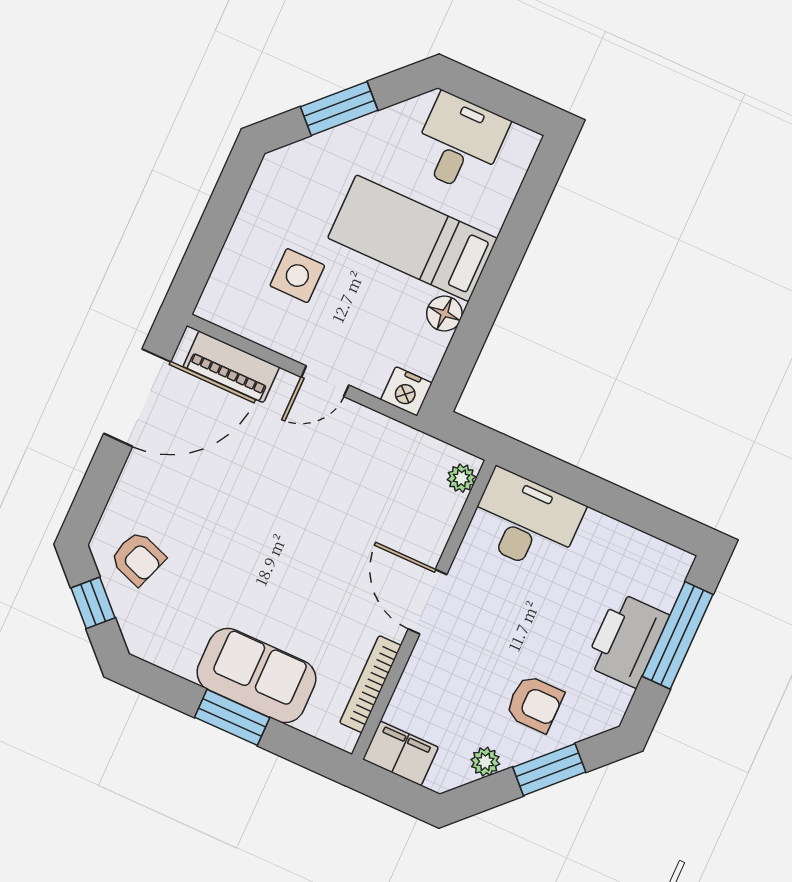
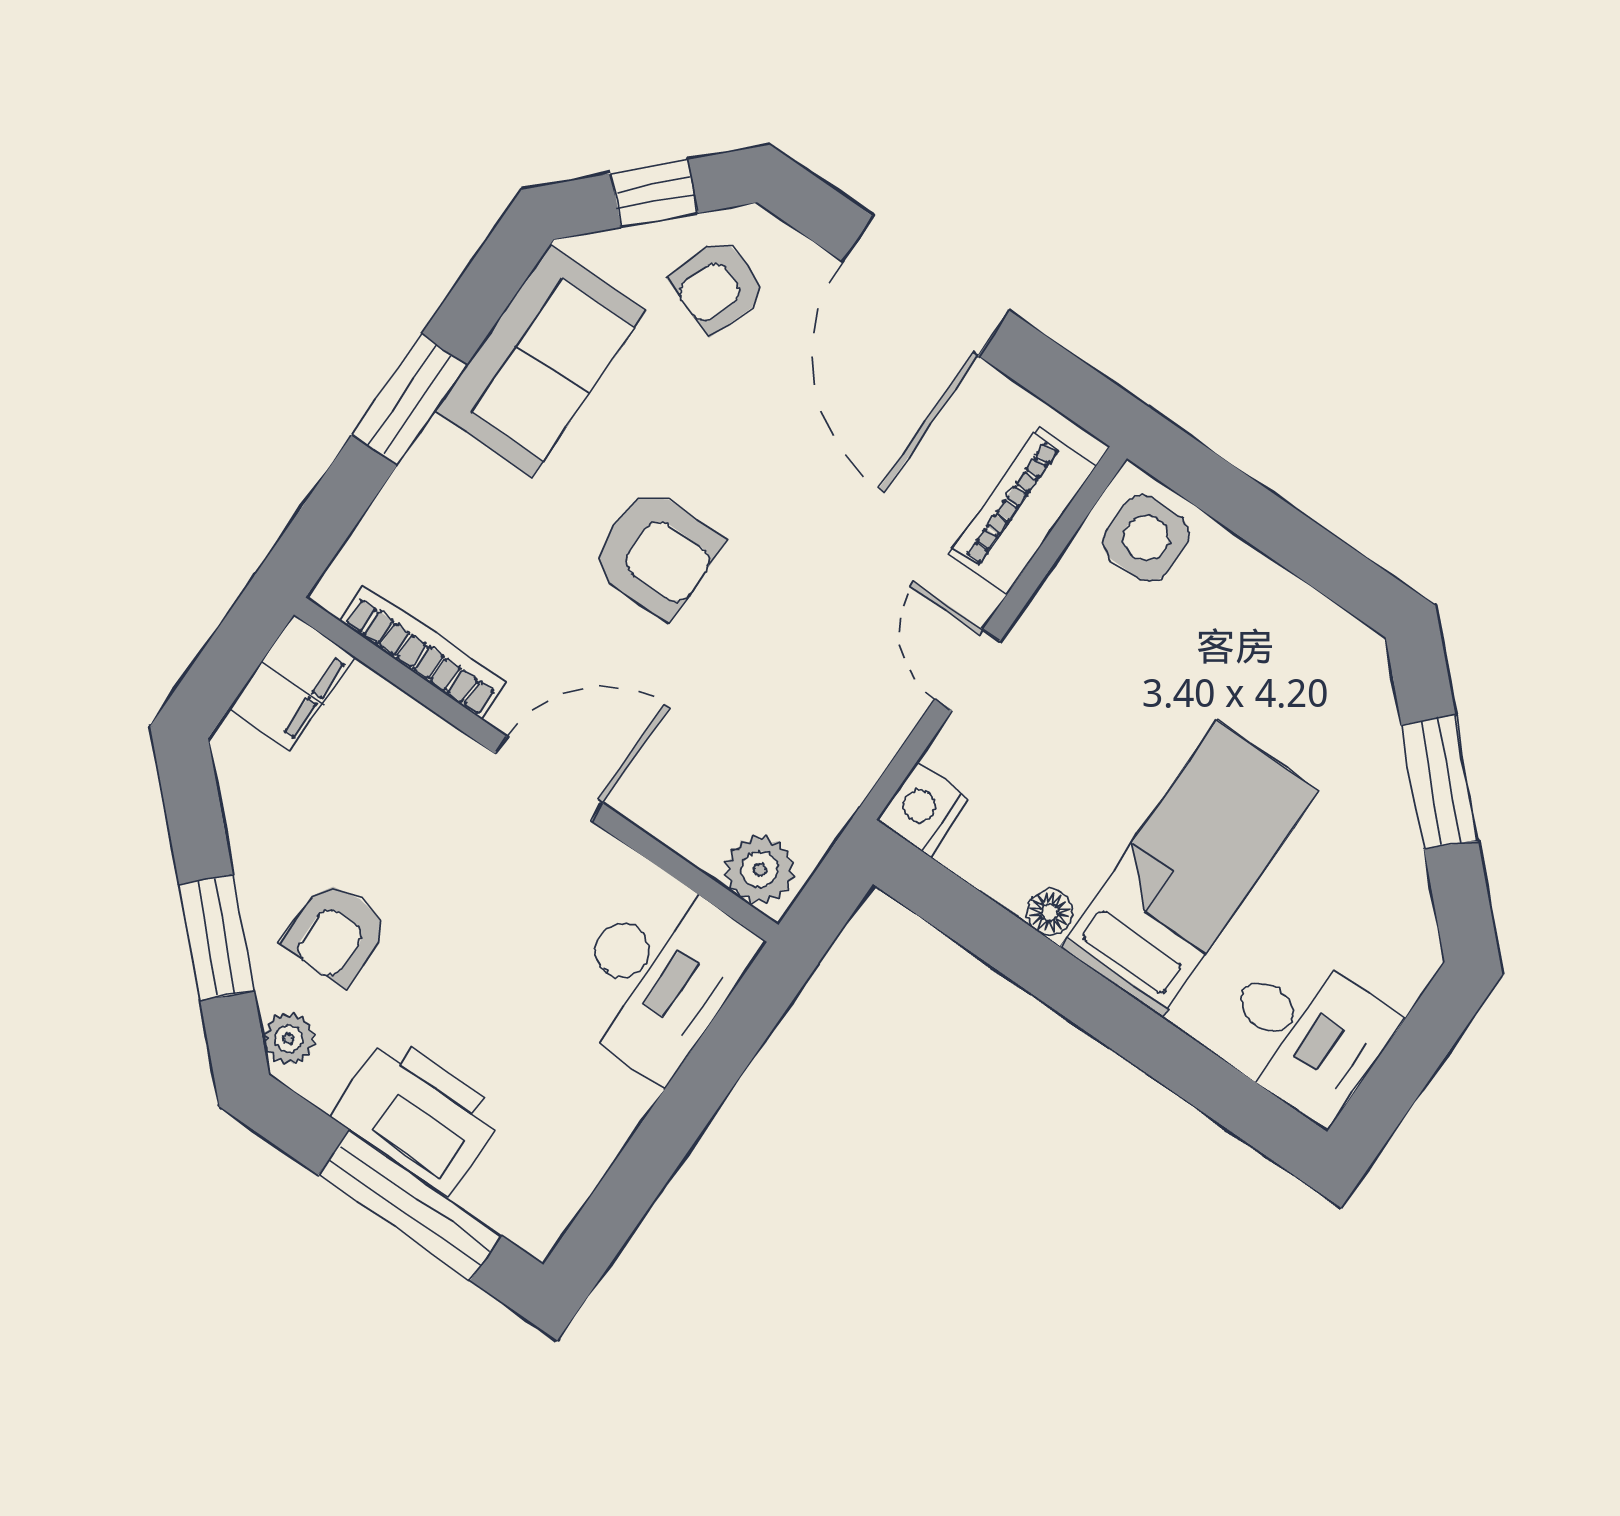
desk: (460, 143) -> (1305, 1033), moved
side table: (297, 276) -> (1146, 538), moved
floor lamp: (444, 314) -> (1050, 912), width x0.73, depth x0.73
door: (137, 398) -> (926, 286), moved
plant: (461, 478) -> (760, 870), width x1.38, depth x1.38
armchair: (292, 565) -> (656, 553), added
sofa: (256, 676) -> (541, 361), moved
plant: (485, 762) -> (289, 1039), moved

